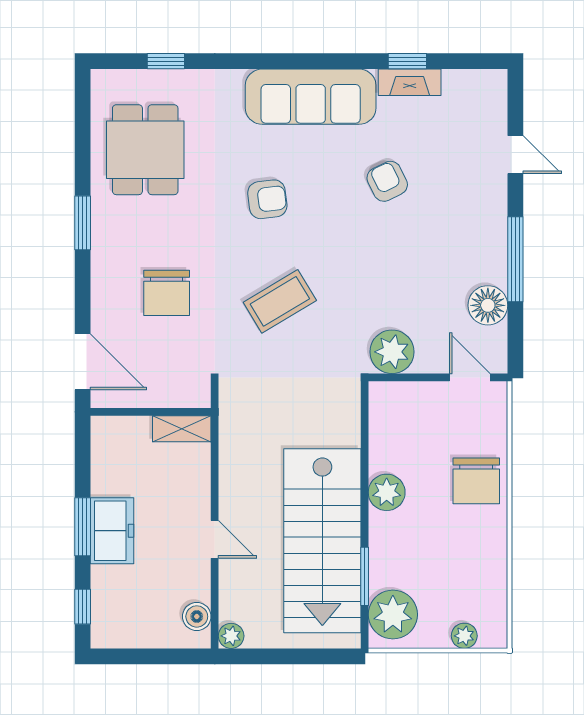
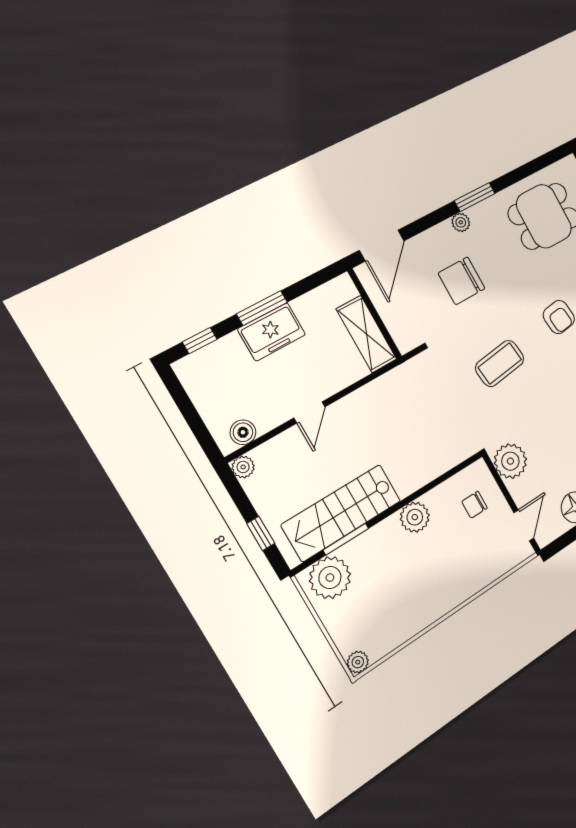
plant: (102, 256) -> (461, 222), added
coffee table: (280, 301) -> (500, 363), turned -66
shelving: (182, 429) -> (366, 334), width x1.50, depth x1.33
chair: (476, 481) -> (474, 505), moved, width x0.54, depth x0.54
stairs: (322, 541) -> (342, 513), width x0.73, depth x0.66
plant: (464, 636) -> (358, 662), moved
window: (307, 656) -> (261, 533), added

